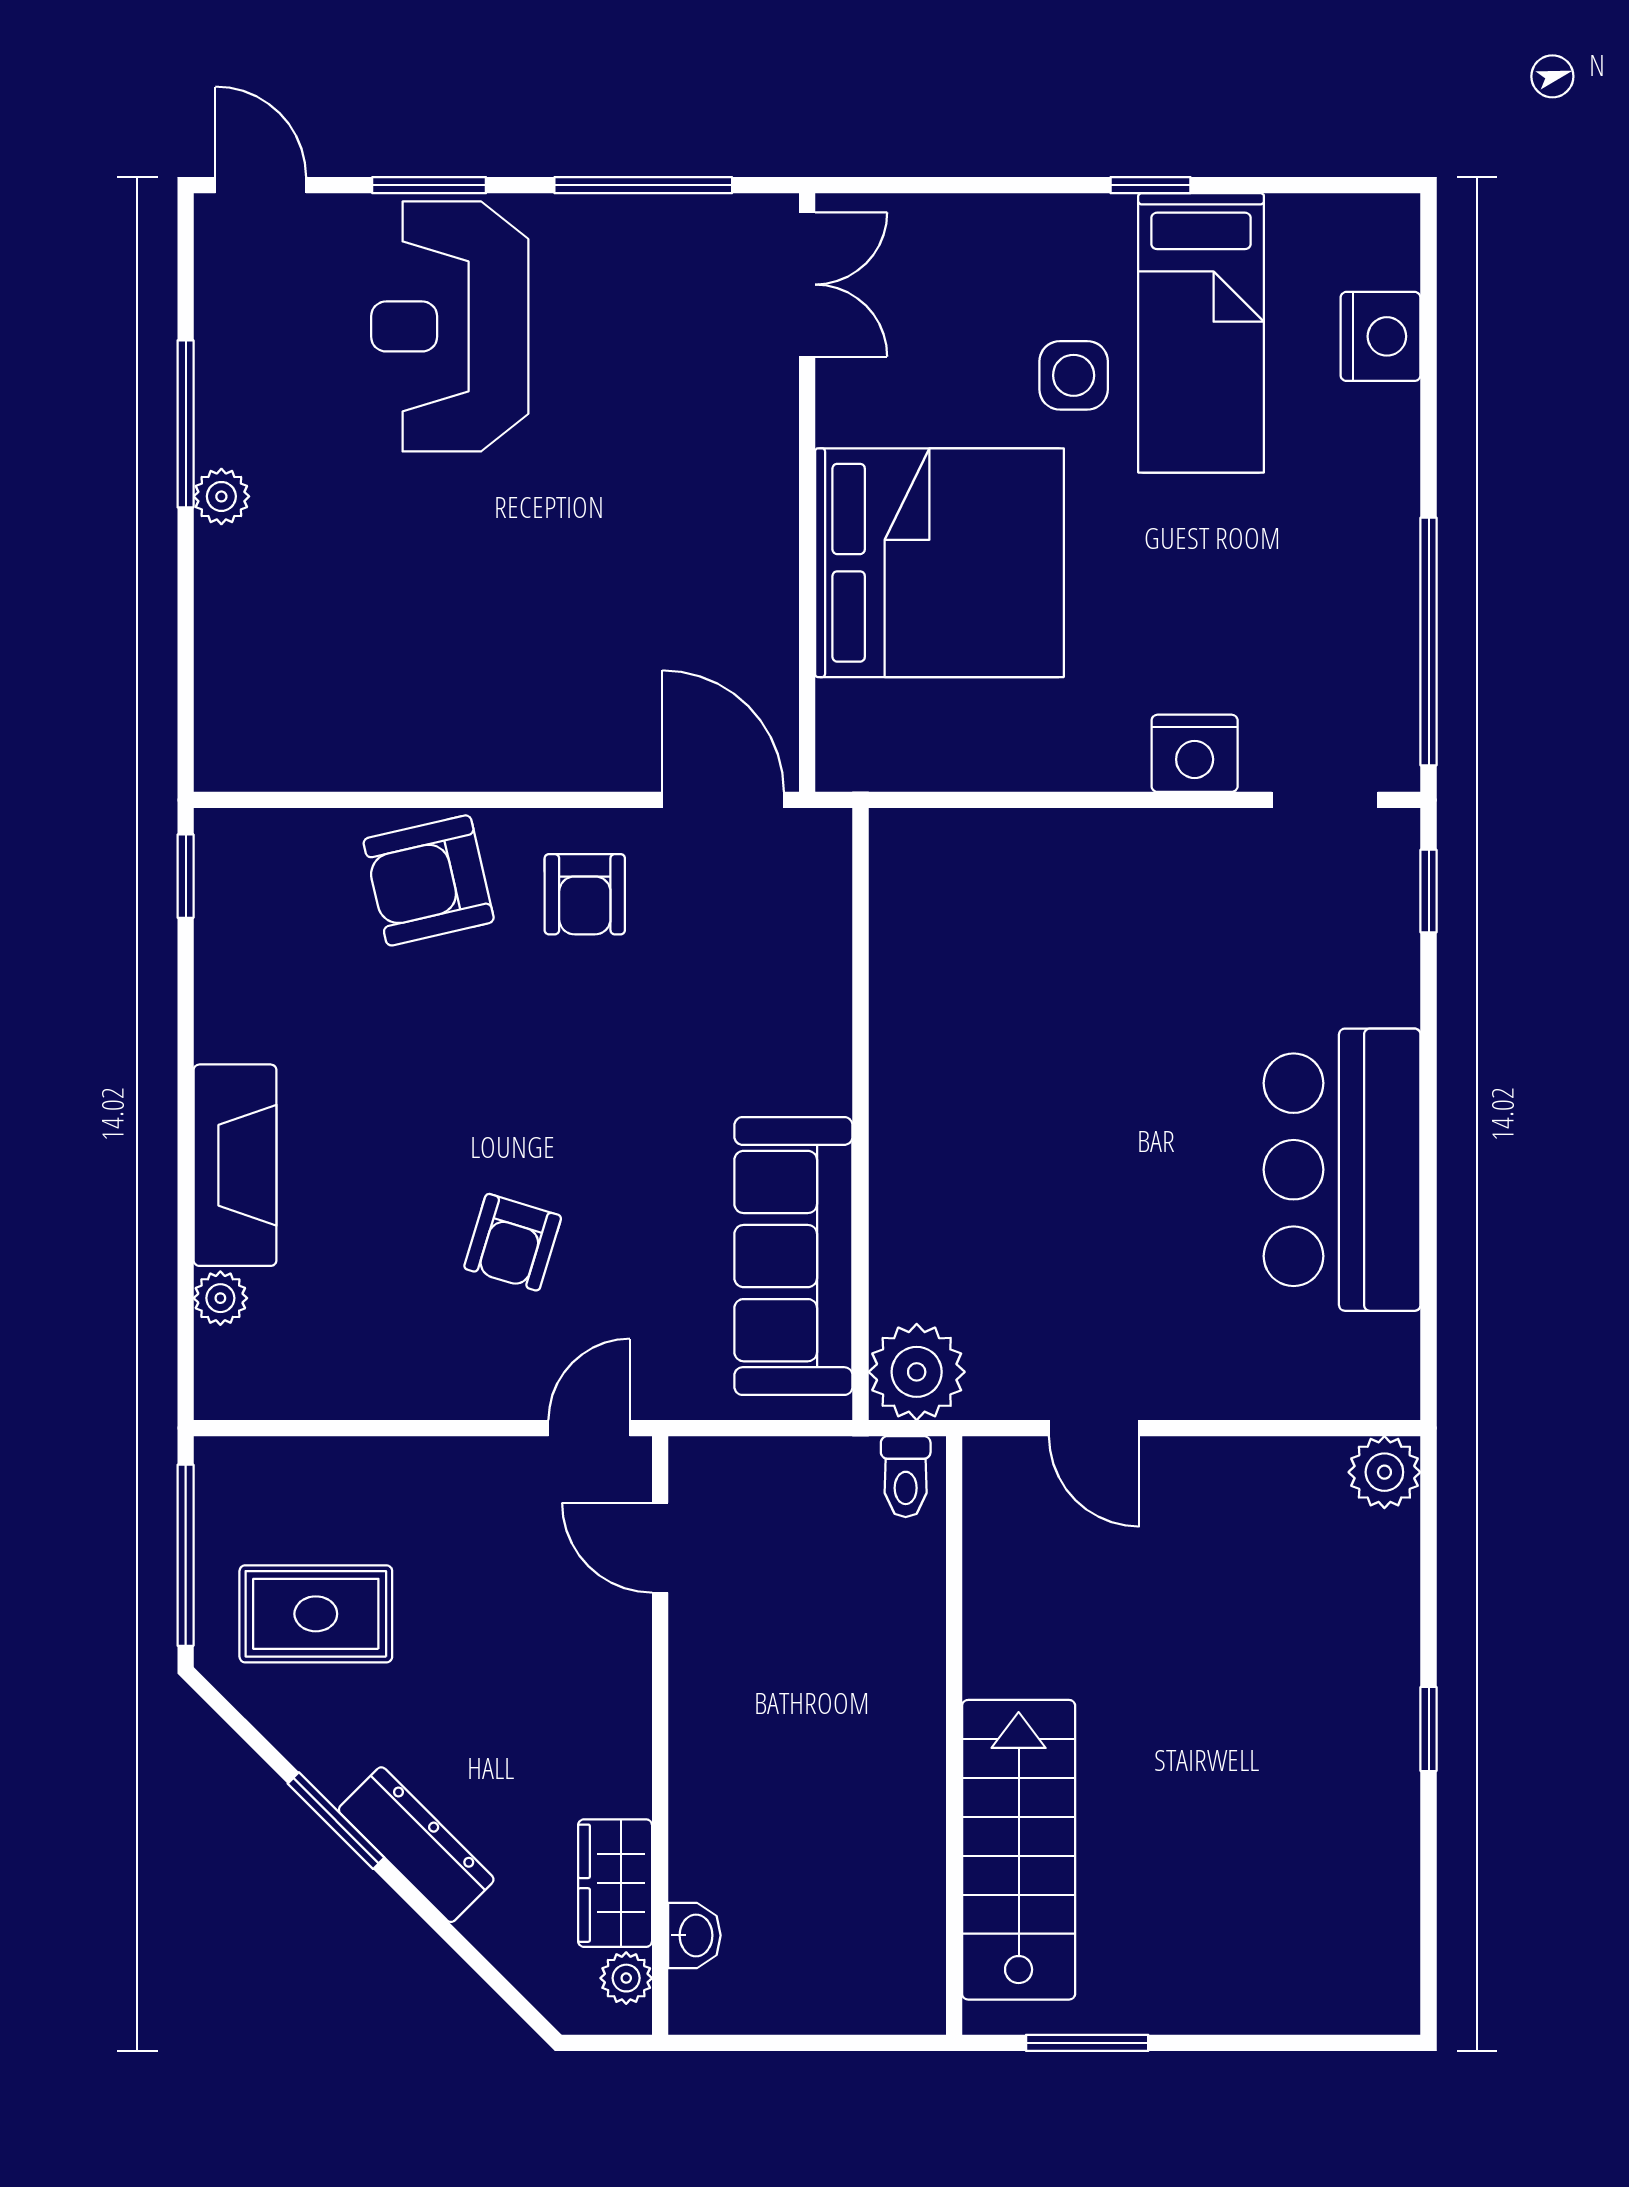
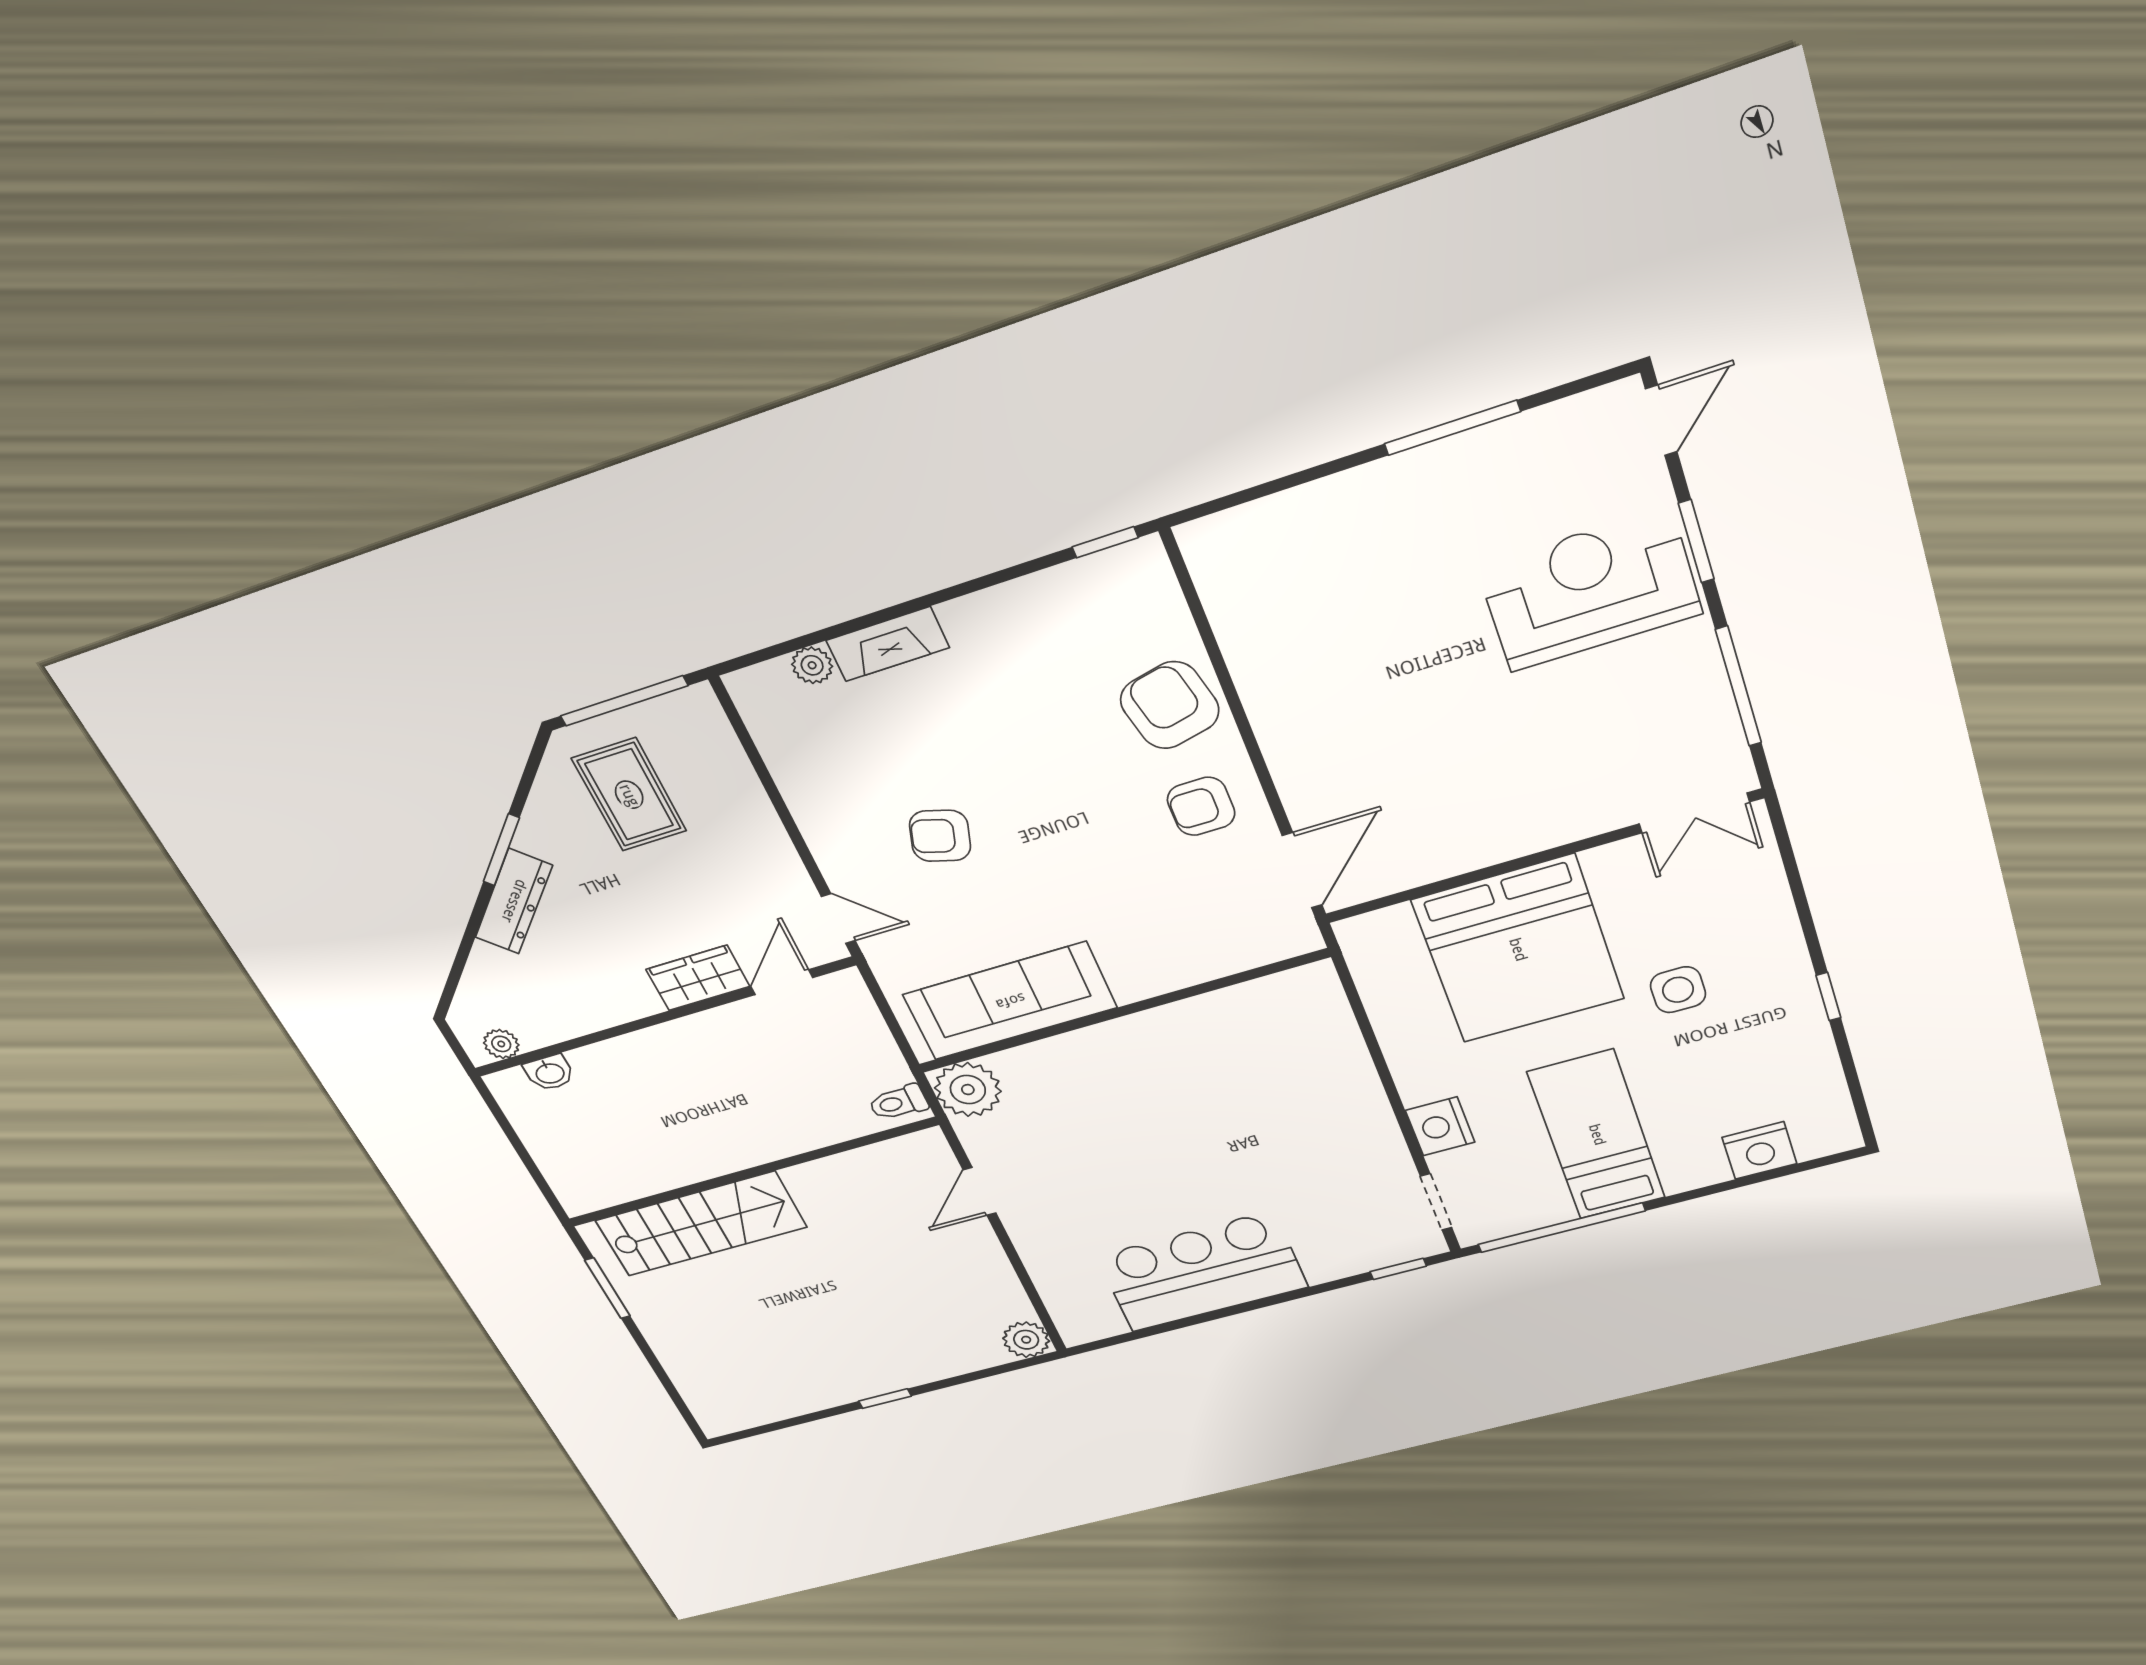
bed: (1201, 333) -> (1597, 1135), moved, turned 90
plant: (221, 496) -> (1404, 472), removed
fireplace: (235, 1165) -> (888, 644), width x0.73, depth x0.76
wardrobe: (615, 1883) -> (698, 978), moved

